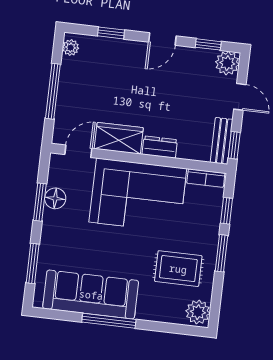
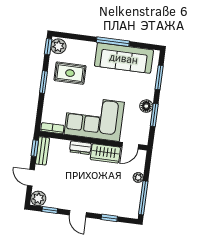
door: (162, 39) -> (78, 214), swing flipped
plant: (71, 48) -> (138, 177), moved
window: (53, 91) -> (143, 198), moved
floor lamp: (55, 198) -> (146, 106), moved
window: (226, 211) -> (48, 47), moved

